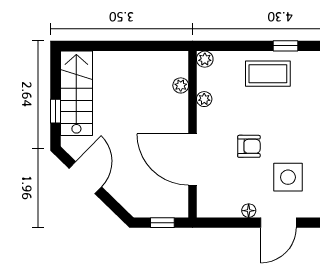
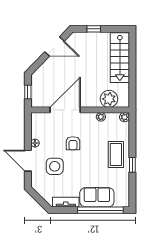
plant: (181, 85) -> (109, 99), width x1.88, depth x1.88
stairs: (76, 93) -> (120, 58), moved, turned 90

